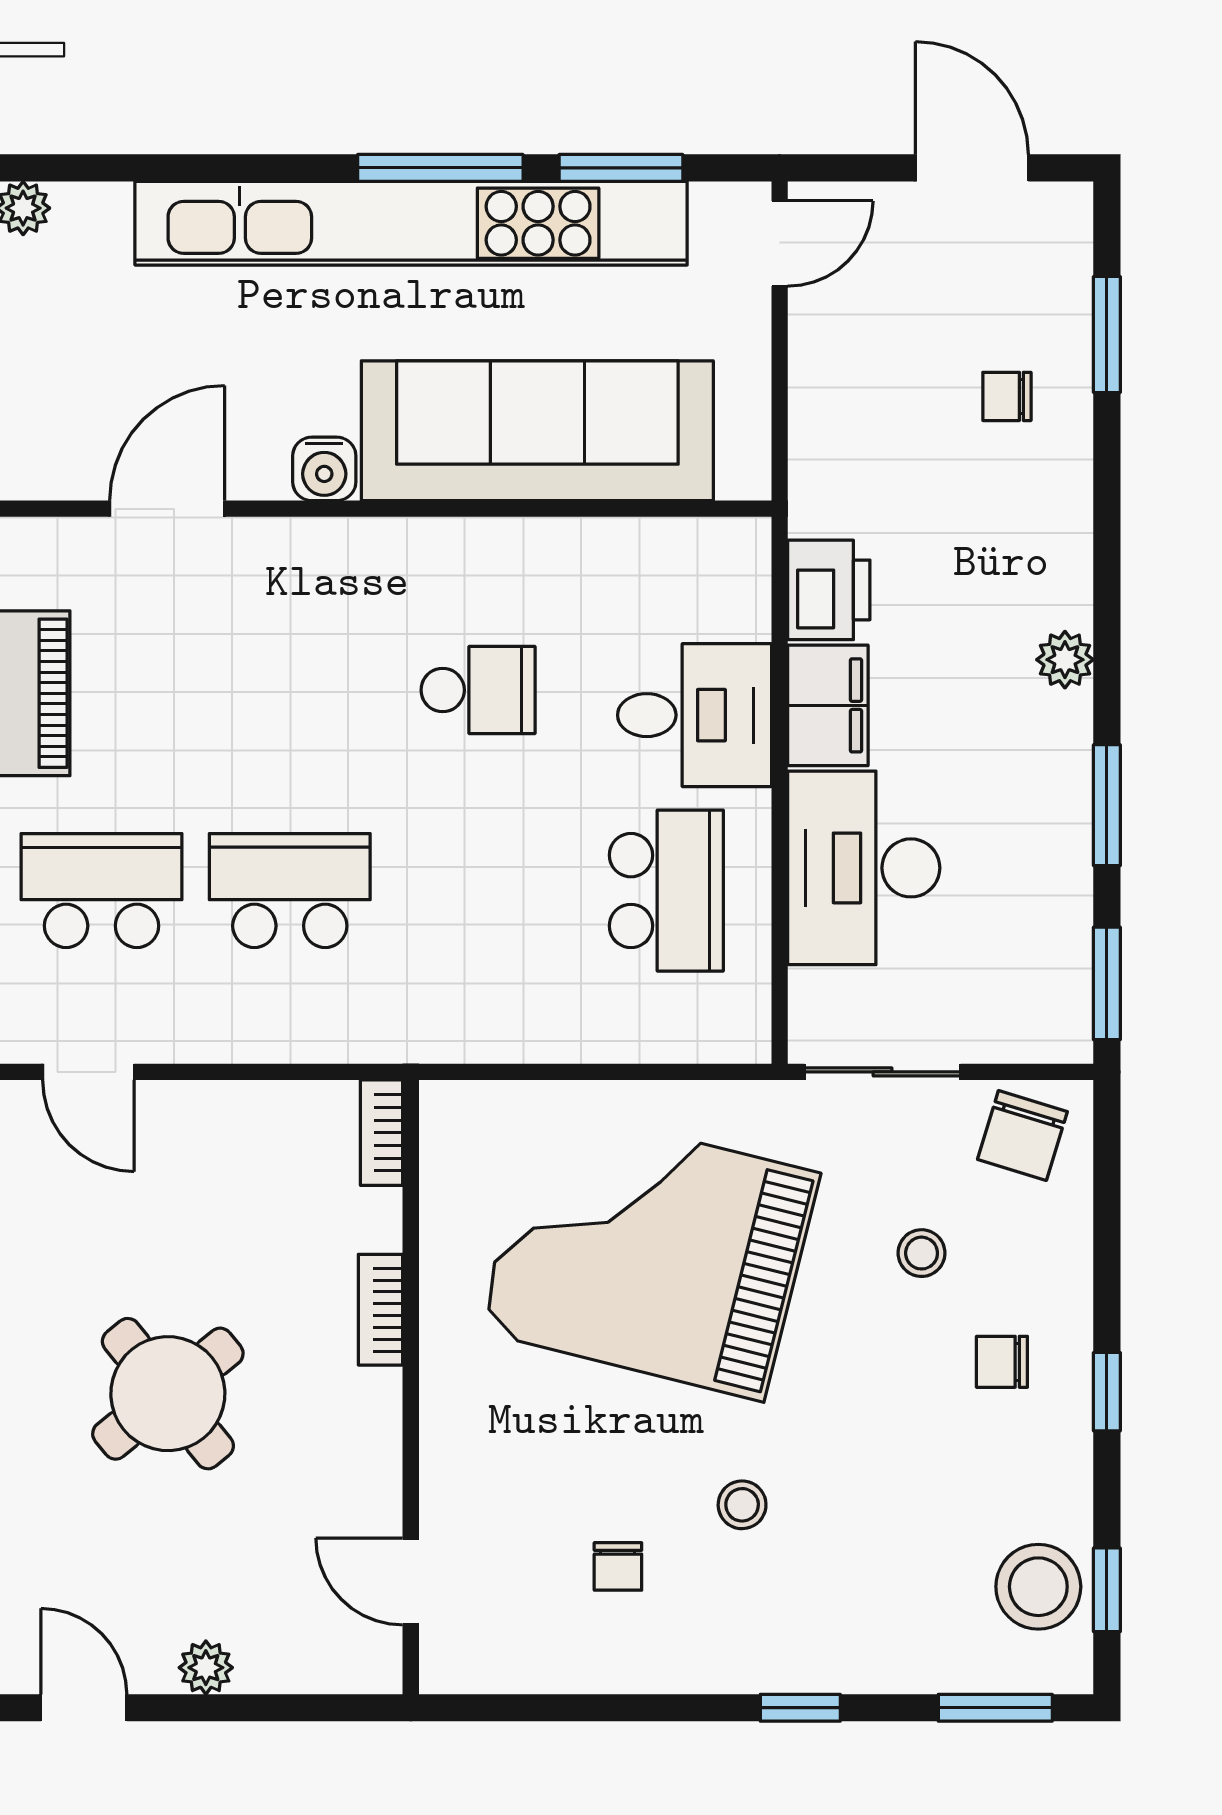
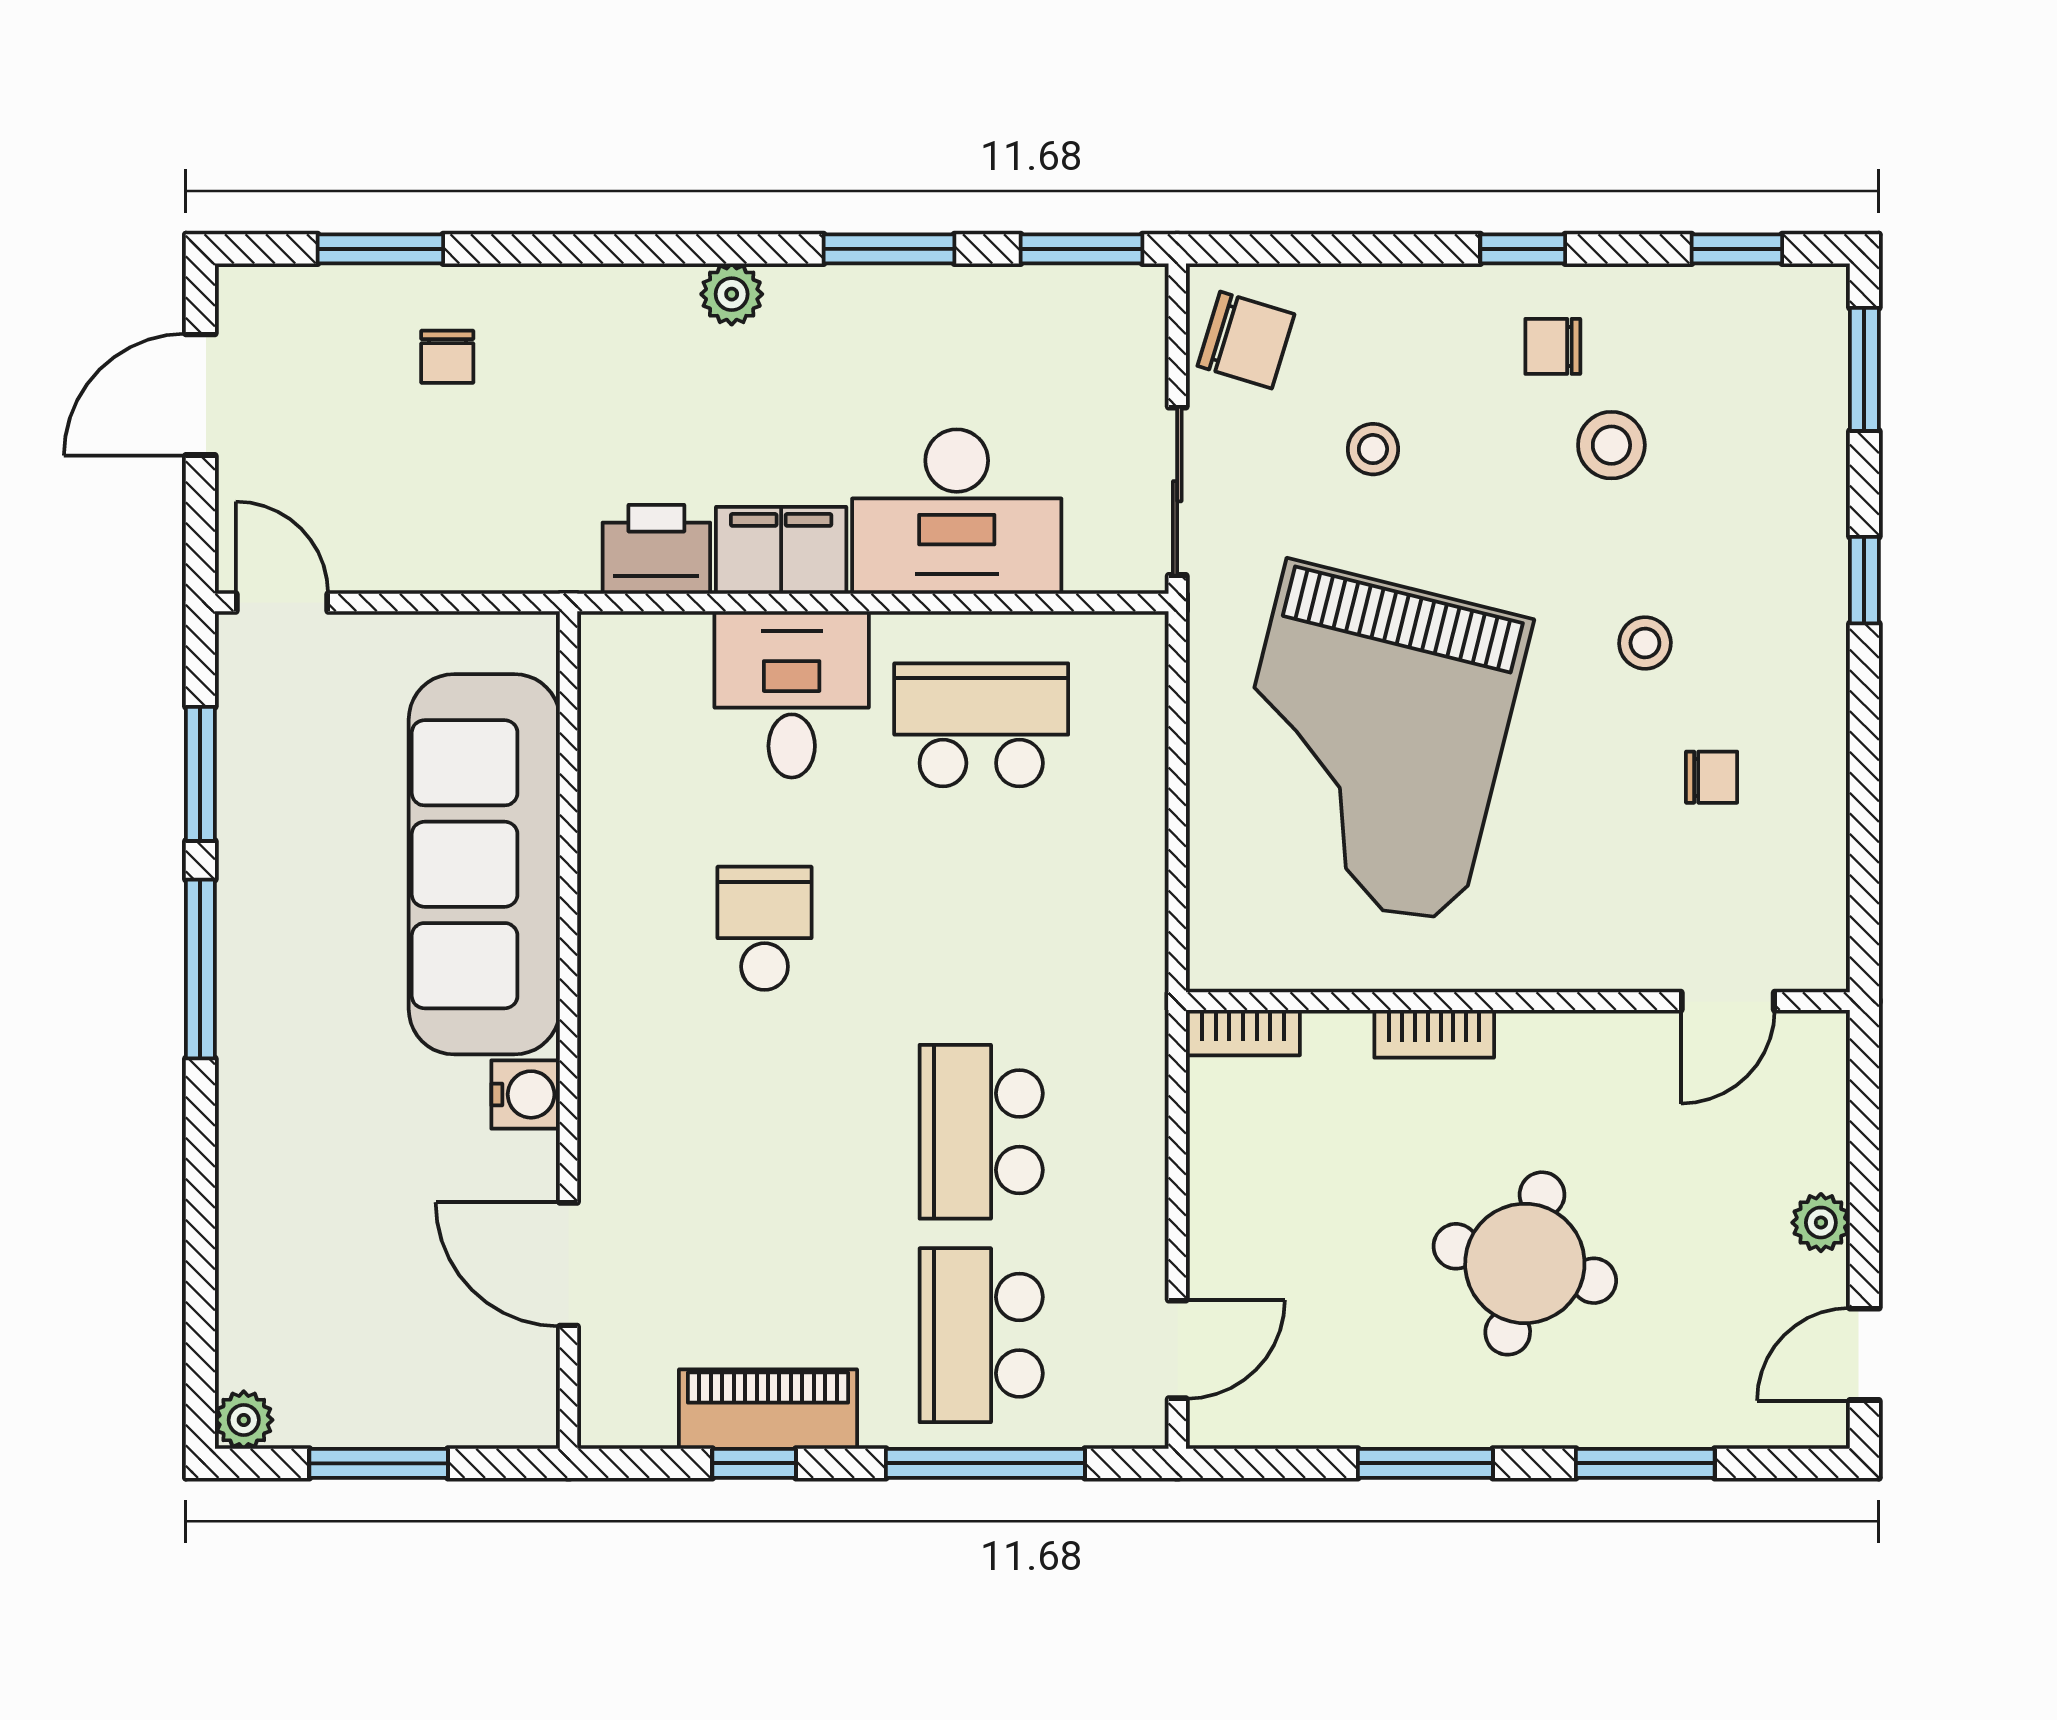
kitchen unit: (411, 223) -> (260, 1001), removed
chair: (1002, 1362) -> (1553, 346), moved, turned 90
round table: (168, 1394) -> (1525, 1263), turned -37
stool: (1038, 1587) -> (1611, 445), moved, width x0.73, depth x0.73

